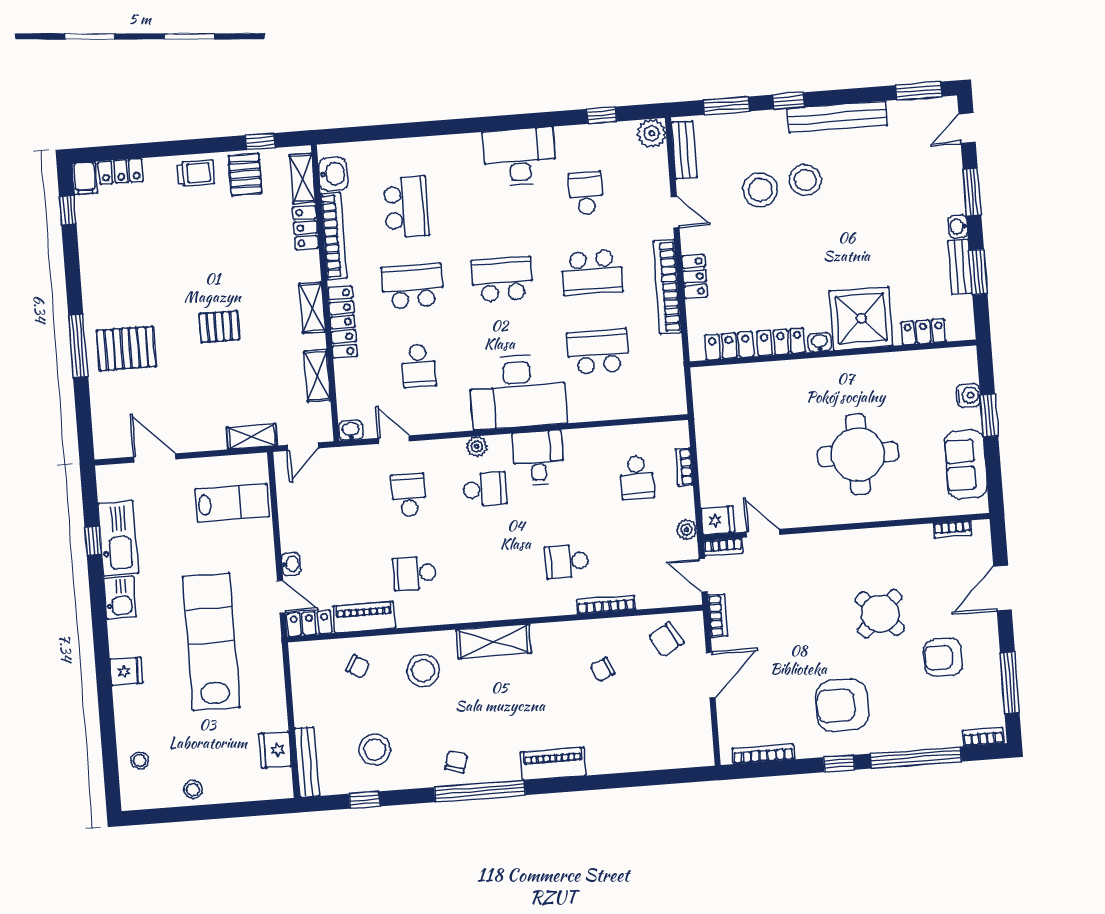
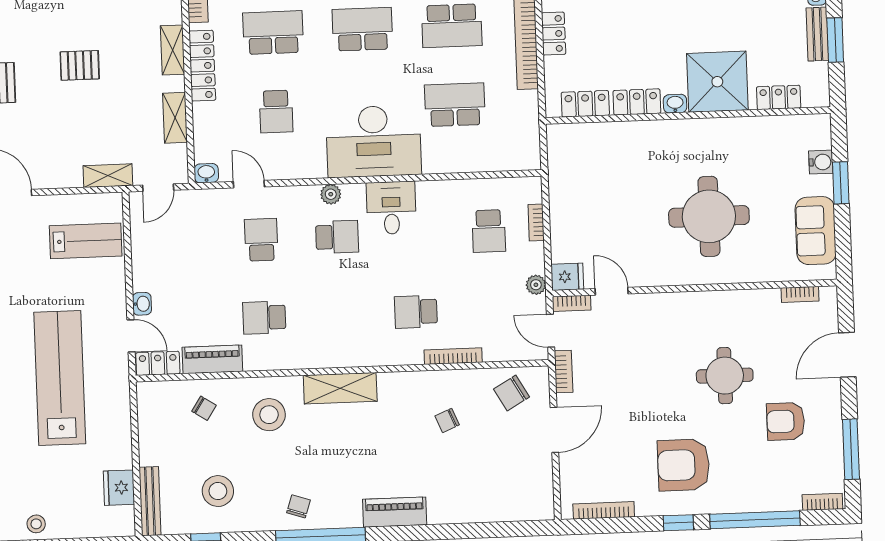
round table: (880, 614) -> (725, 376), turned 45

